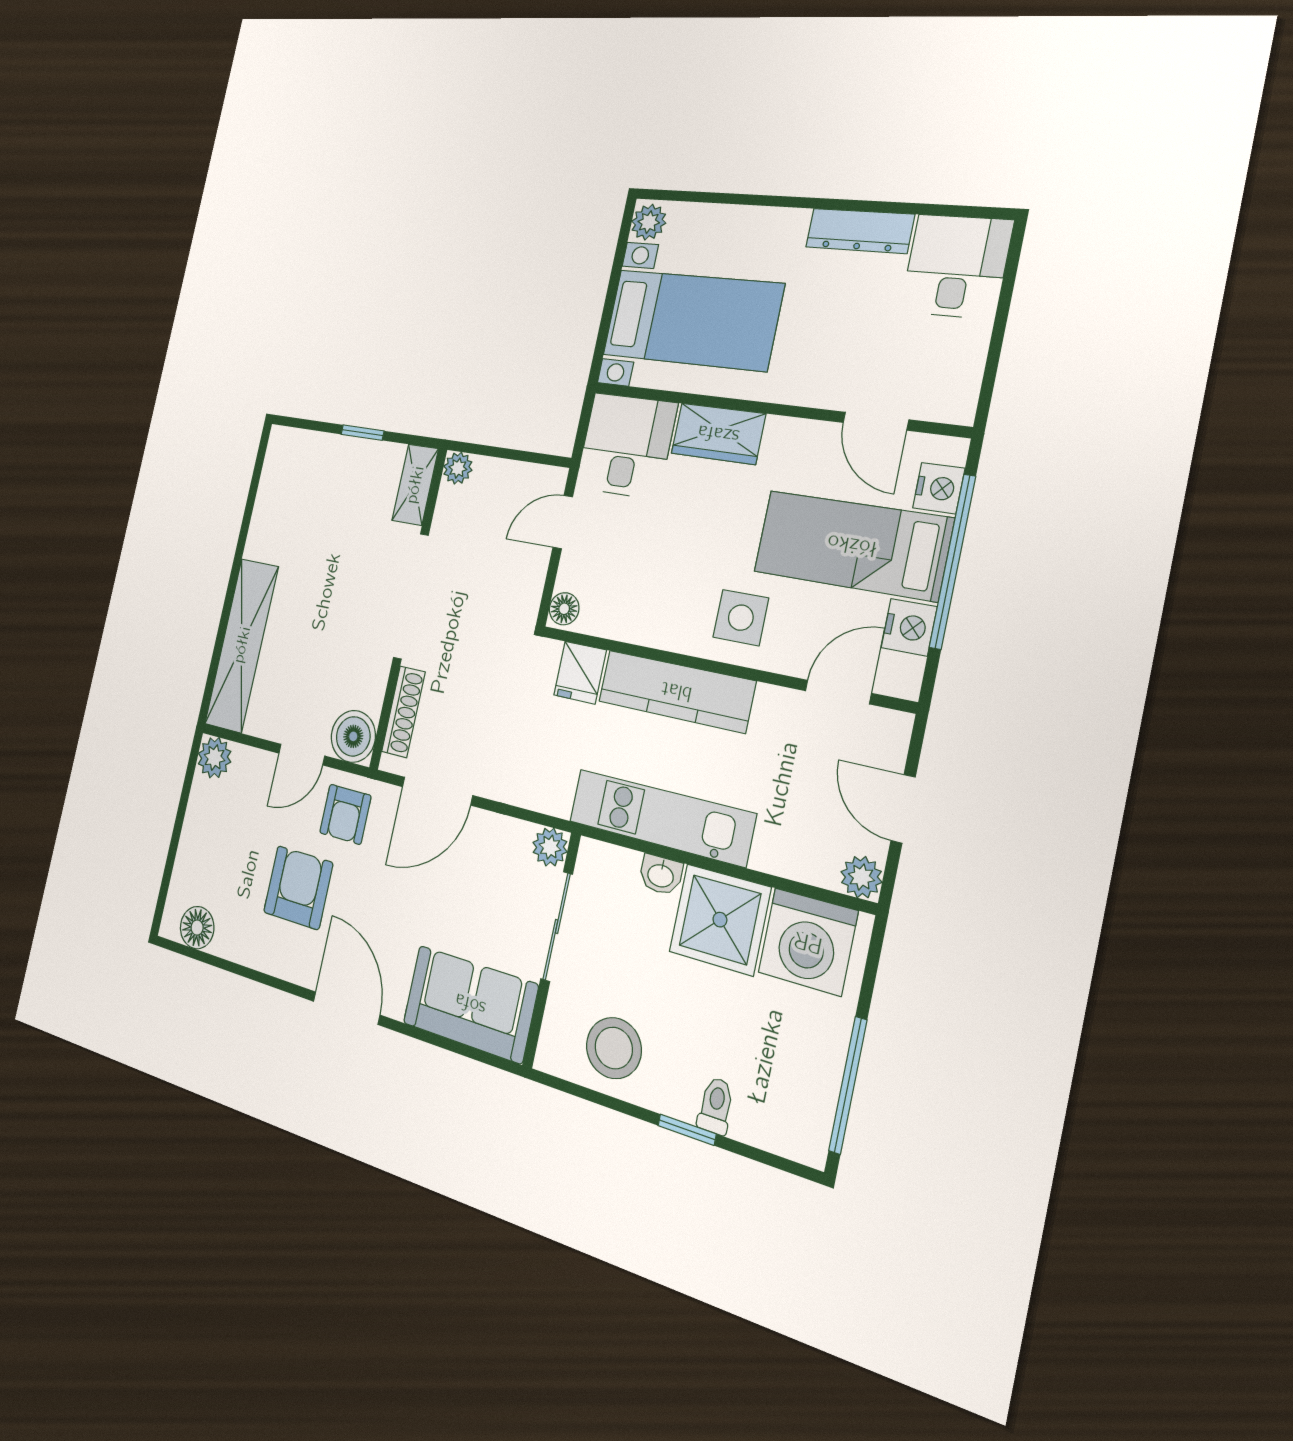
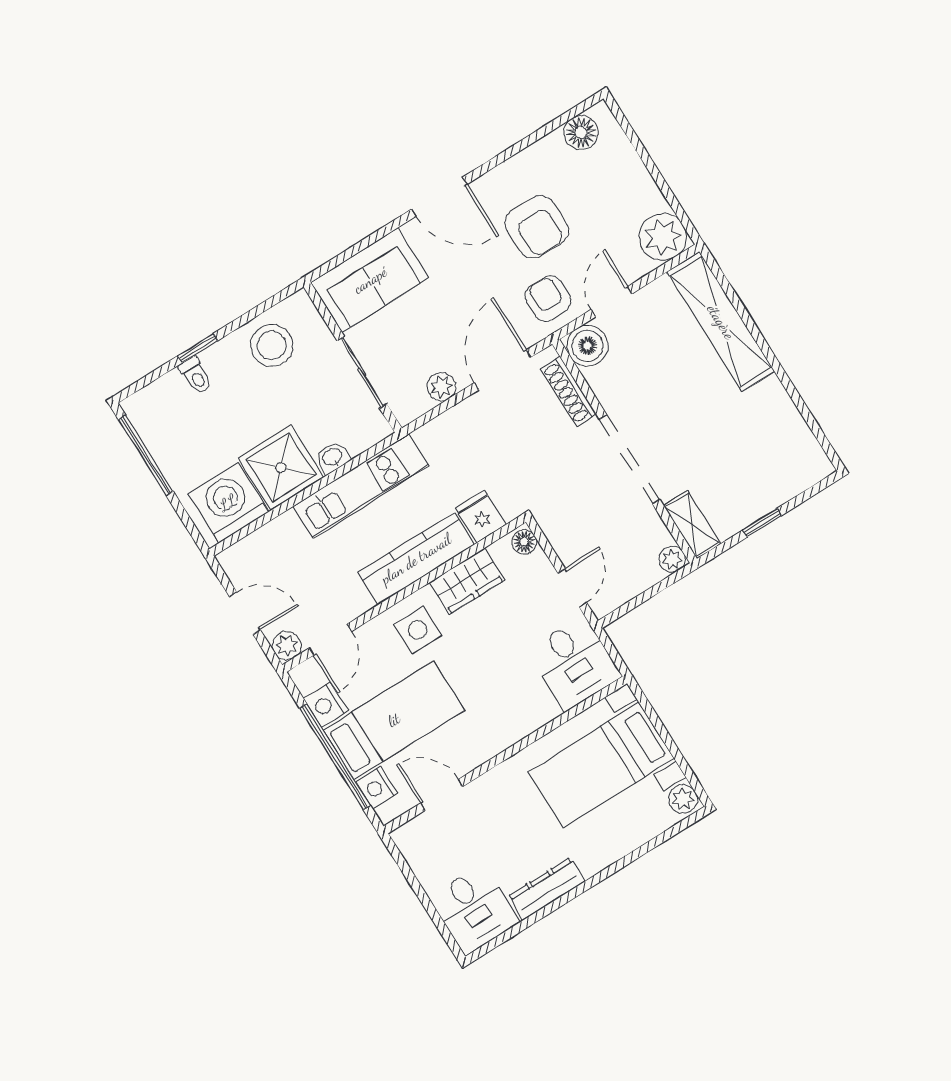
wardrobe: (718, 434) -> (467, 581), moved, turned 180
plant: (215, 758) -> (663, 237), width x1.36, depth x1.36
plant: (550, 847) -> (441, 387), moved
plant: (861, 877) -> (287, 646), moved

